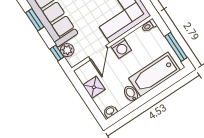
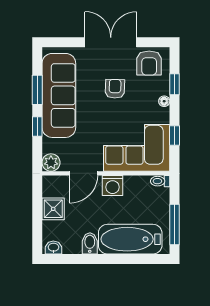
plant: (67, 50) -> (51, 163), moved
window: (57, 53) -> (37, 127), moved

